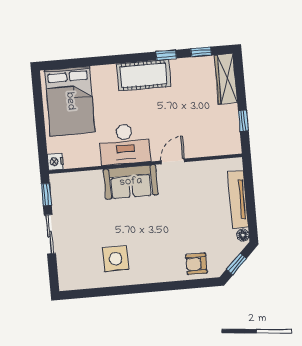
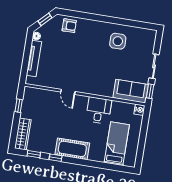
bed: (70, 101) -> (117, 144), width x0.67
desk: (125, 144) -> (99, 110), width x0.73
door: (173, 161) -> (68, 92), hinge flipped
sofa: (131, 182) -> (131, 91), moved

